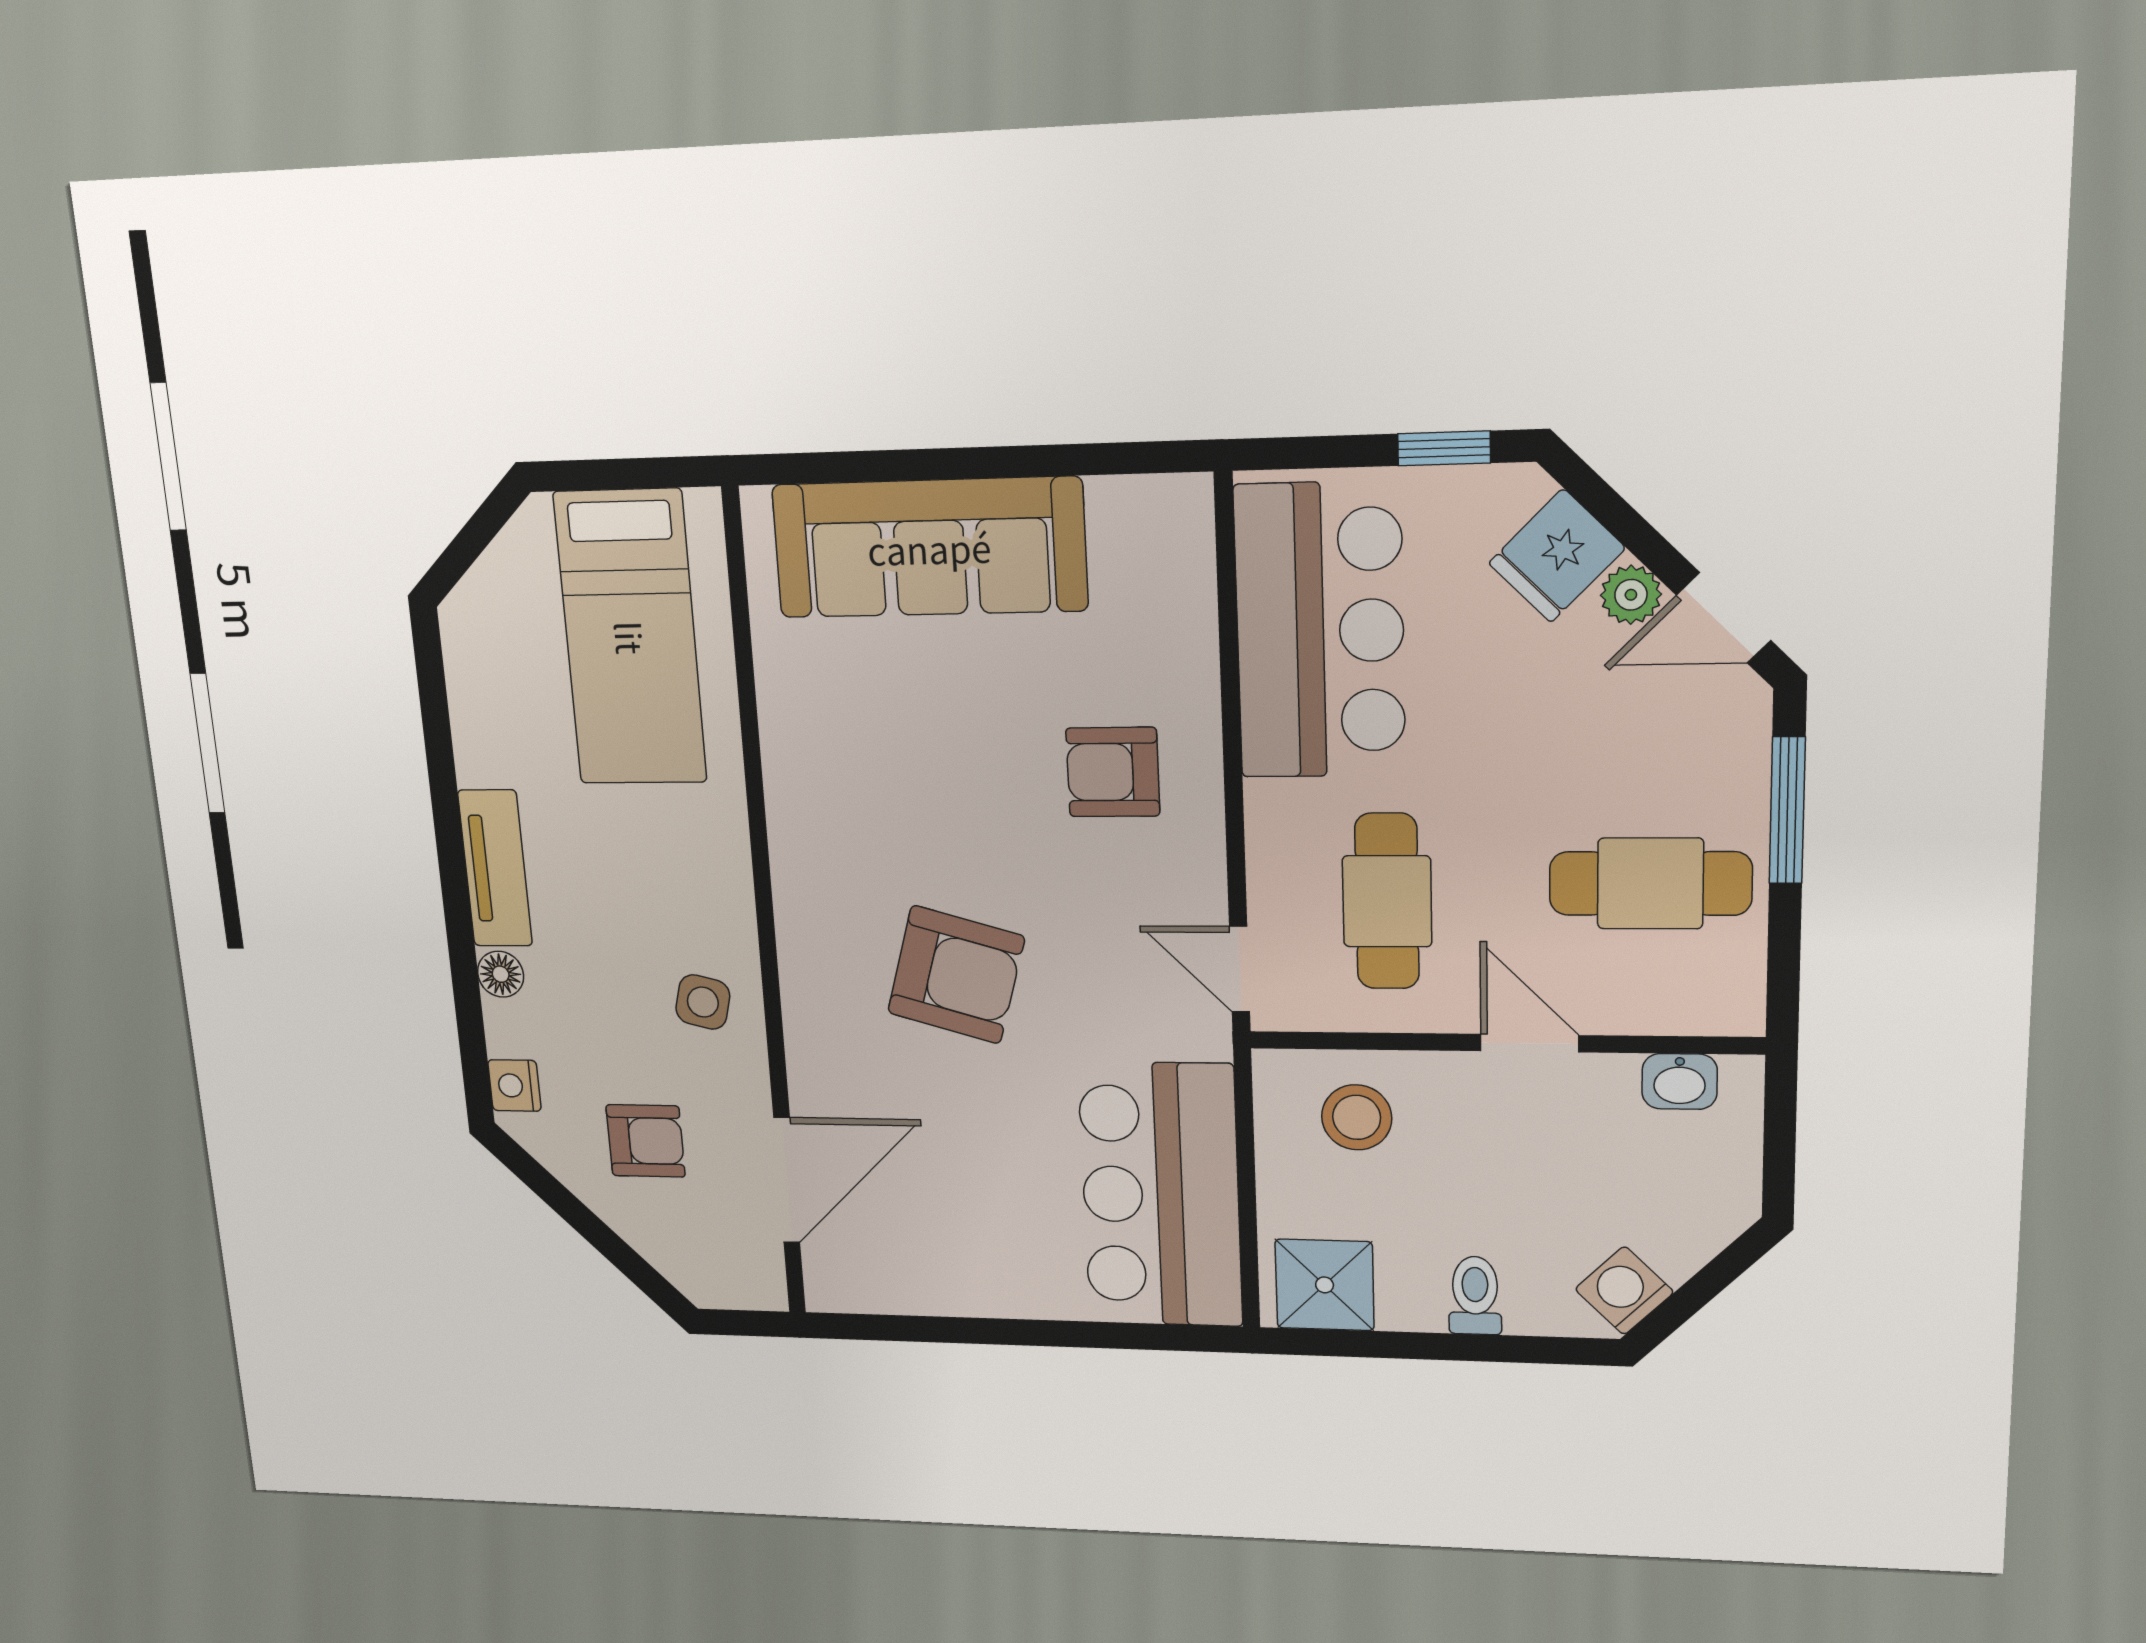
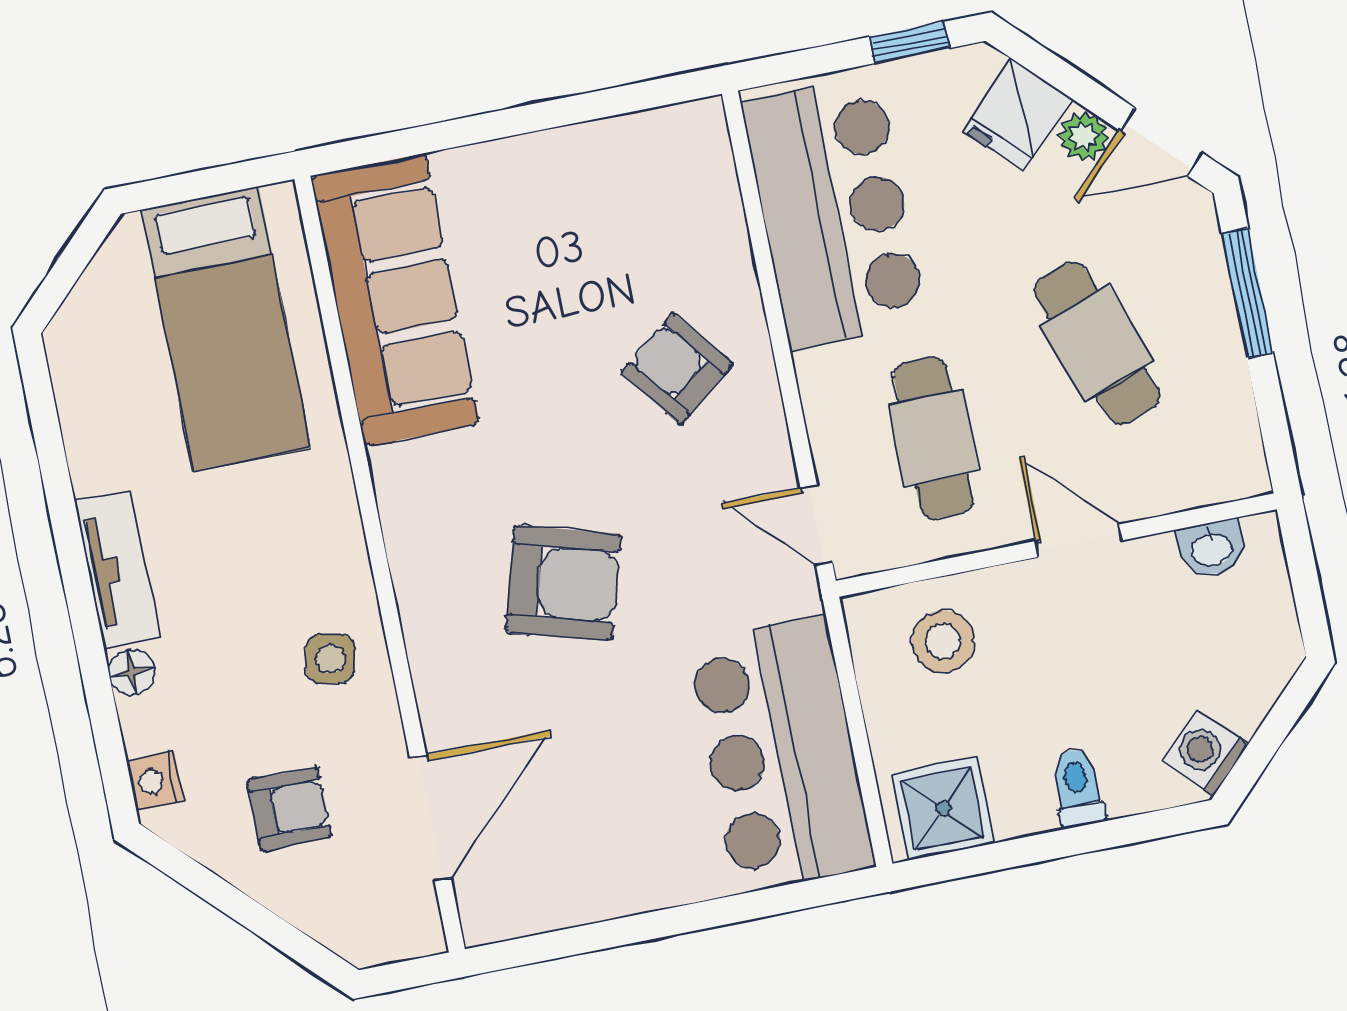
sofa: (929, 548) -> (395, 300), moved, turned -90
armchair: (1113, 772) -> (677, 369), turned 52
cafe table: (1650, 884) -> (1097, 343), moved, turned 70

